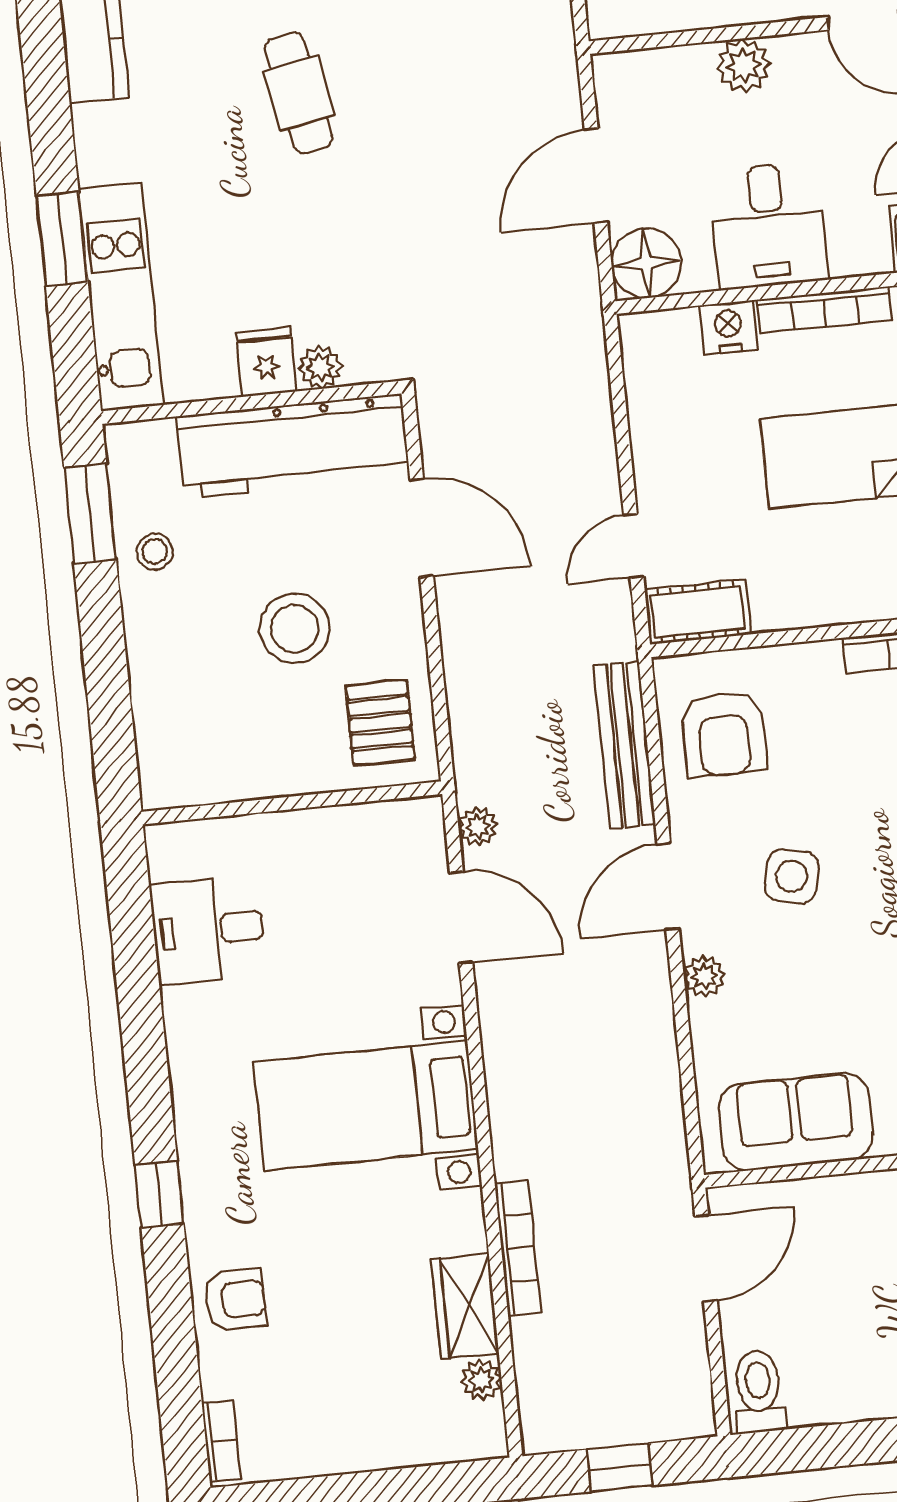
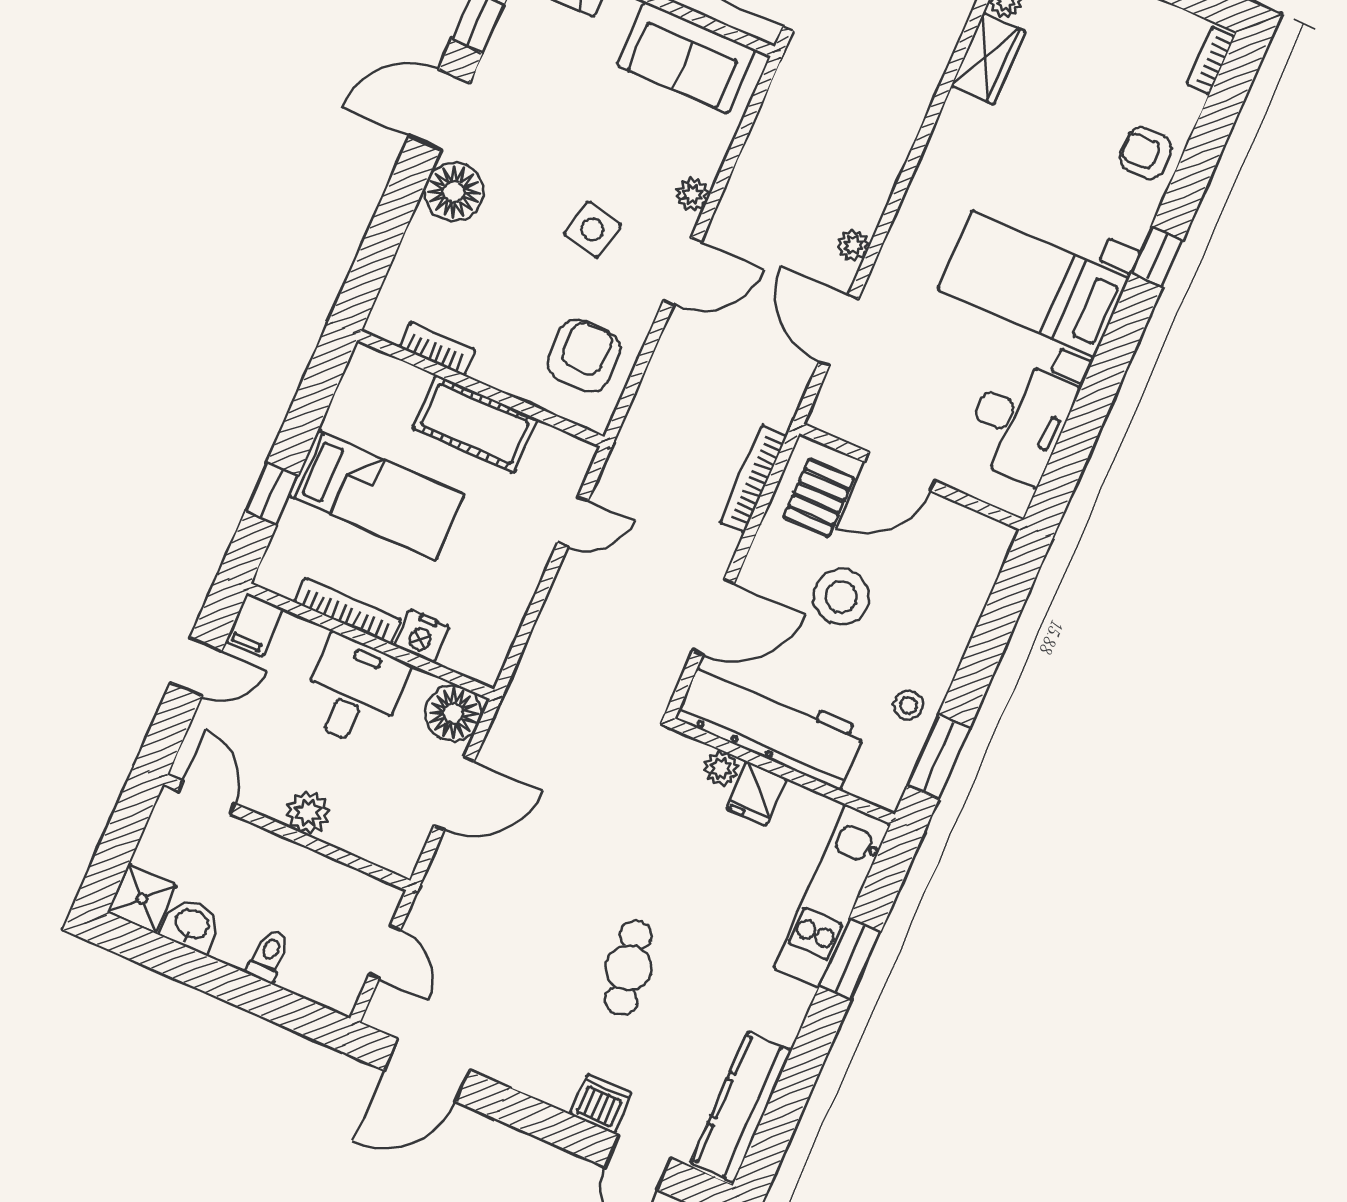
door: (422, 528) -> (713, 617), swing flipped
cot: (698, 612) -> (475, 424), moved, width x1.37, depth x1.34
bench: (624, 745) -> (657, 386), removed
door: (308, 801) -> (900, 472), added
plant: (478, 826) -> (853, 245), moved
desk: (208, 930) -> (1019, 421), width x1.37
bed with nightstands: (366, 1106) -> (1033, 284), moved, turned 180
bookcase: (518, 1248) -> (753, 479), moved

